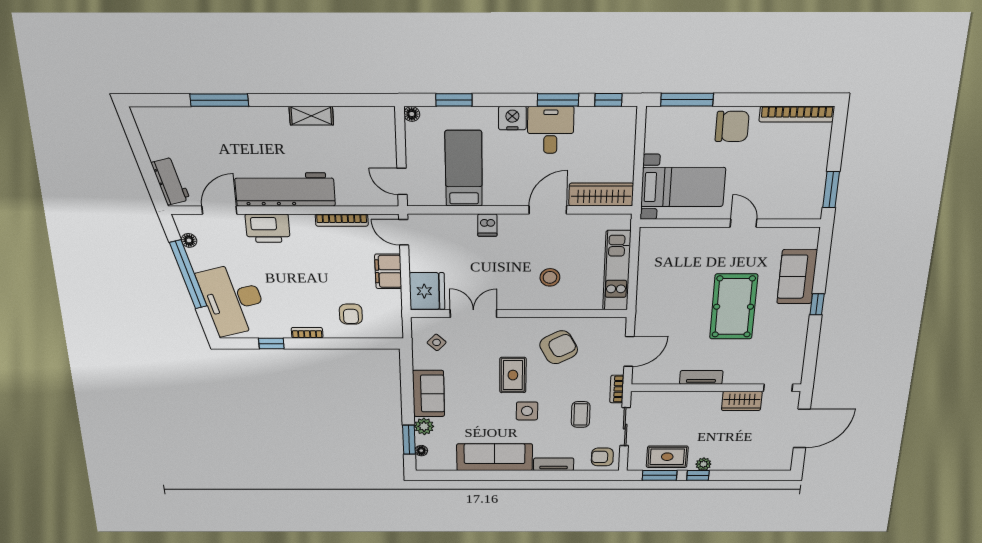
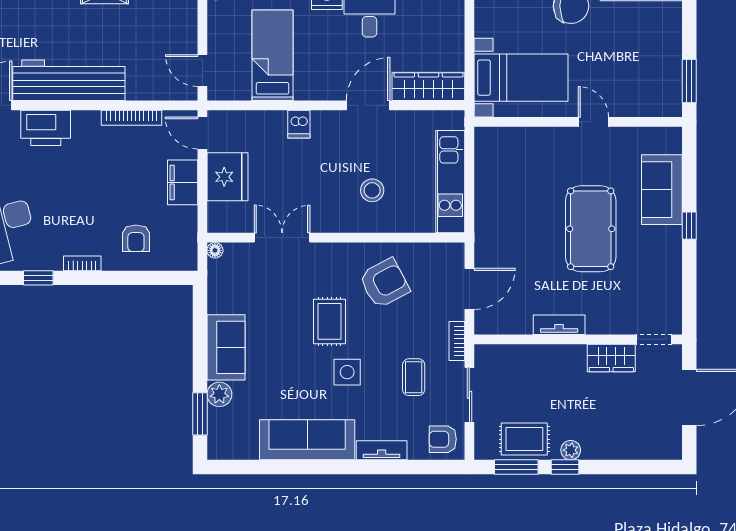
fridge: (427, 291) -> (227, 177), moved
side table: (437, 342) -> (237, 276), removed
floor lamp: (421, 451) -> (215, 250), moved

